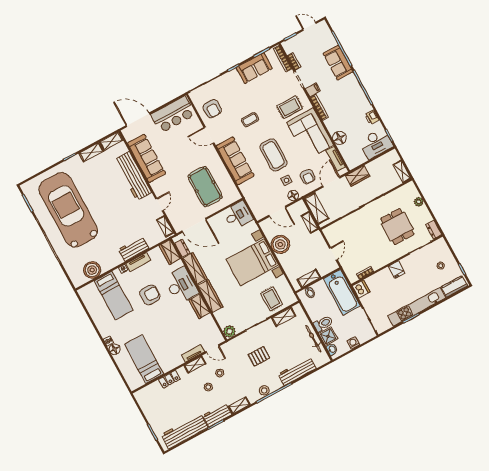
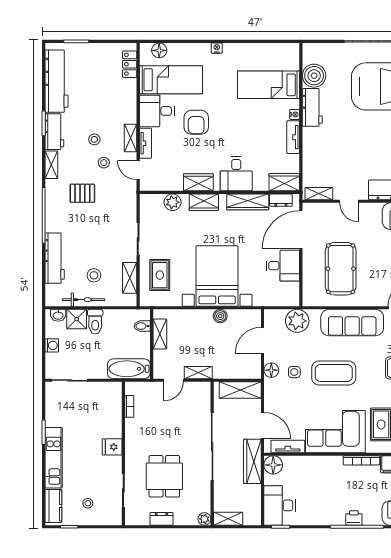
printer: (372, 117) -> (354, 518), moved
floor lamp: (340, 138) -> (273, 465), moved
wardrobe: (357, 176) -> (252, 461), width x1.50
armchair: (308, 177) -> (285, 400), removed
pool table: (205, 187) -> (341, 269), turned 90
plant: (253, 196) -> (297, 321), added
plant: (419, 202) -> (204, 519), moved
desk: (238, 215) -> (283, 266), moved, turned -90
shelving: (310, 222) -> (198, 373), moved
dining table: (397, 227) -> (164, 476), turned 90
dresser: (434, 230) -> (161, 519), moved
boiler: (280, 244) -> (220, 316), width x0.54, depth x0.54
workbench: (134, 249) -> (312, 107), moved
door: (333, 254) -> (174, 380), hinge flipped
desk: (181, 285) -> (236, 174), width x0.73
dishwasher: (361, 289) -> (112, 391), removed
bathtub: (342, 292) -> (129, 369), width x0.73, depth x0.73
armchair: (150, 295) -> (196, 122), moved
wardrobe: (210, 296) -> (204, 202), width x0.67
rug: (271, 299) -> (160, 275), turned 90
kitchen unit: (417, 307) -> (54, 458), width x0.73
plant: (229, 331) -> (172, 202), moved
floor lamp: (115, 349) -> (159, 50), moved
door: (213, 349) -> (138, 170), hinge flipped
pallet: (259, 356) -> (82, 193), moved, turned 90
desk: (169, 357) -> (157, 111), added
locker: (169, 379) -> (130, 64), moved
stool: (264, 390) -> (94, 275), moved

